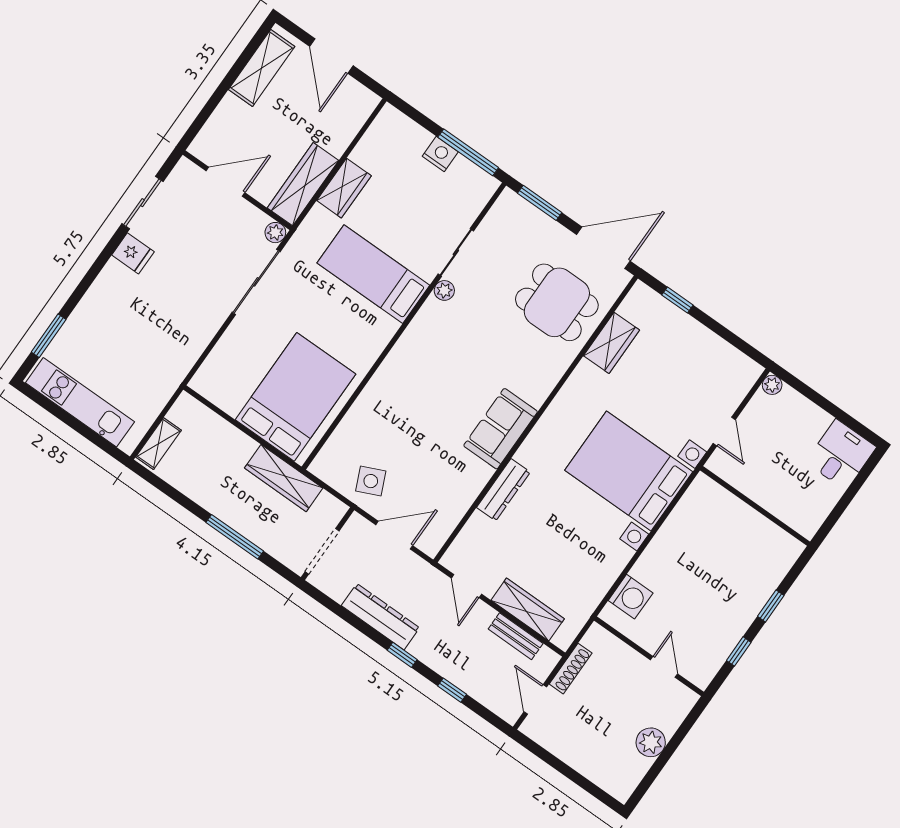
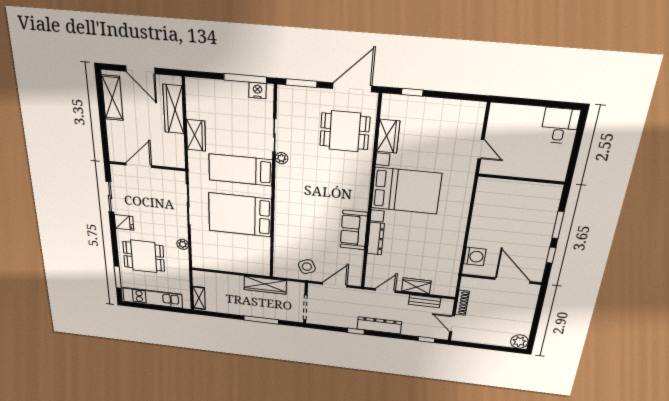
nightstand: (440, 154) -> (258, 90), moved
wardrobe: (303, 184) -> (173, 109), moved
plant: (275, 233) -> (183, 244), moved
dining table: (121, 325) -> (144, 256), added
plant: (772, 385) -> (496, 109), removed
bed: (295, 397) -> (240, 215), moved, turned -90
sofa: (501, 429) -> (354, 230), moved
bed with nightstands: (629, 471) -> (406, 191), moved, turned 180
door: (466, 586) -> (385, 291), swing flipped
window: (771, 606) -> (558, 225), width x1.50
wardrobe: (528, 609) -> (416, 286), width x0.67
dresser: (380, 617) -> (379, 325), moved
window: (402, 655) -> (356, 331), moved
door: (664, 667) -> (512, 280), width x1.87
window: (452, 690) -> (426, 340), moved
plant: (651, 742) -> (519, 342), moved

